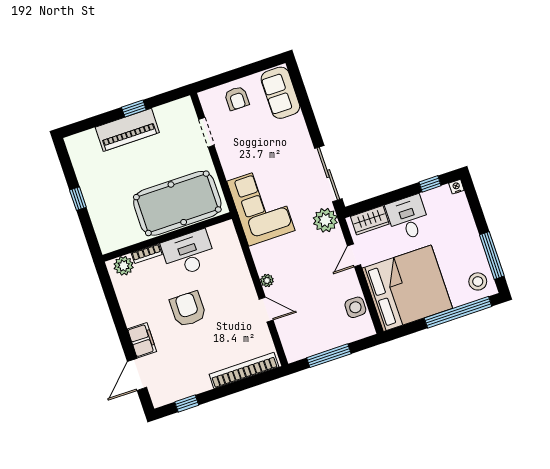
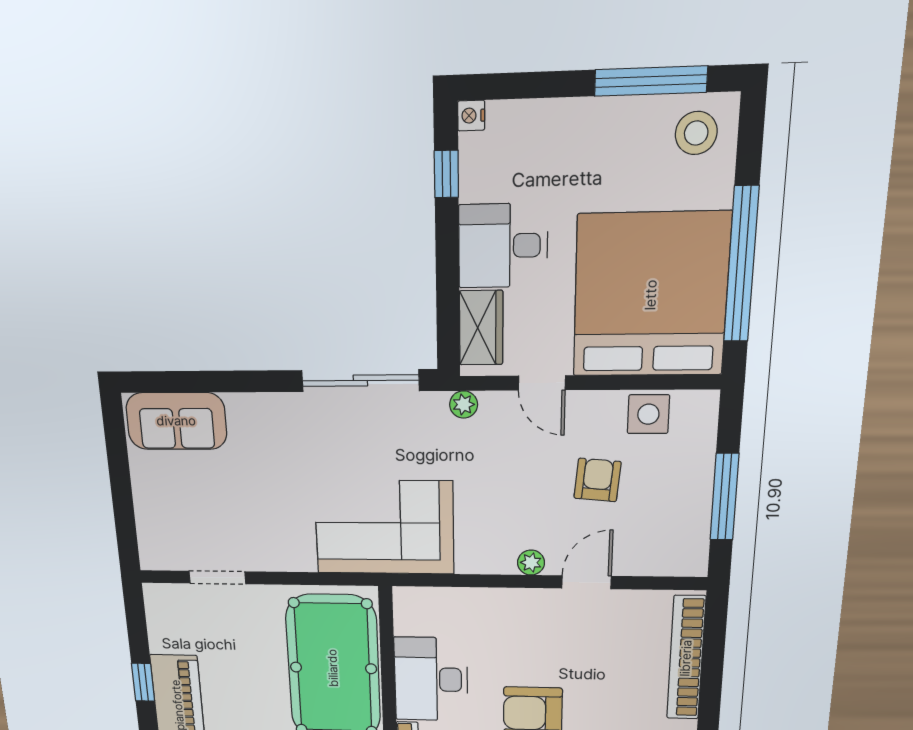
armchair: (237, 98) -> (597, 480), moved, turned -85
plant: (325, 220) -> (464, 404), width x0.53, depth x0.53
window: (458, 312) -> (741, 265), moved

